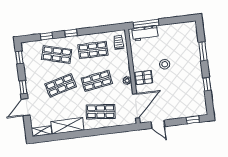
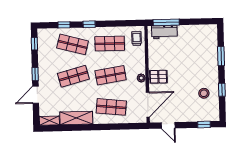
stool: (165, 64) -> (204, 93), moved

